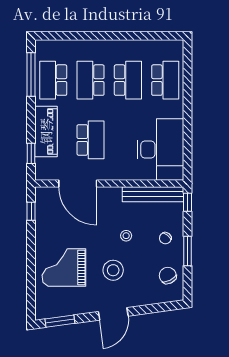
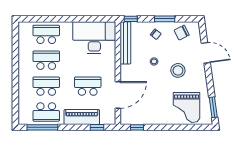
school desk: (91, 80) -> (46, 86), turned 180
grand piano: (64, 268) -> (187, 107), moved
door: (113, 314) -> (206, 53), moved

